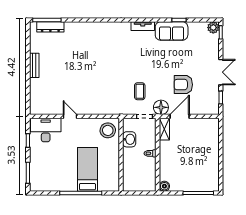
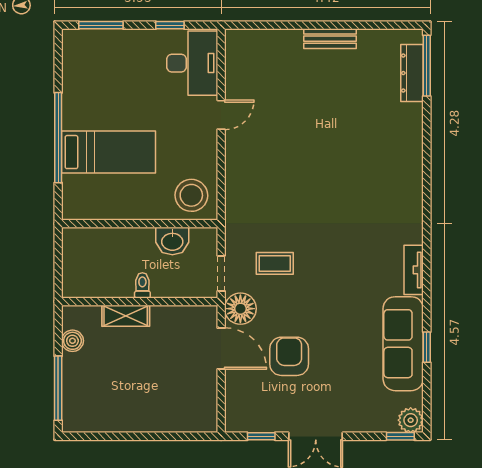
sofa: (172, 31) -> (403, 344), width x1.36
shelving: (164, 129) -> (126, 316), moved
boiler: (164, 186) -> (72, 341), moved

